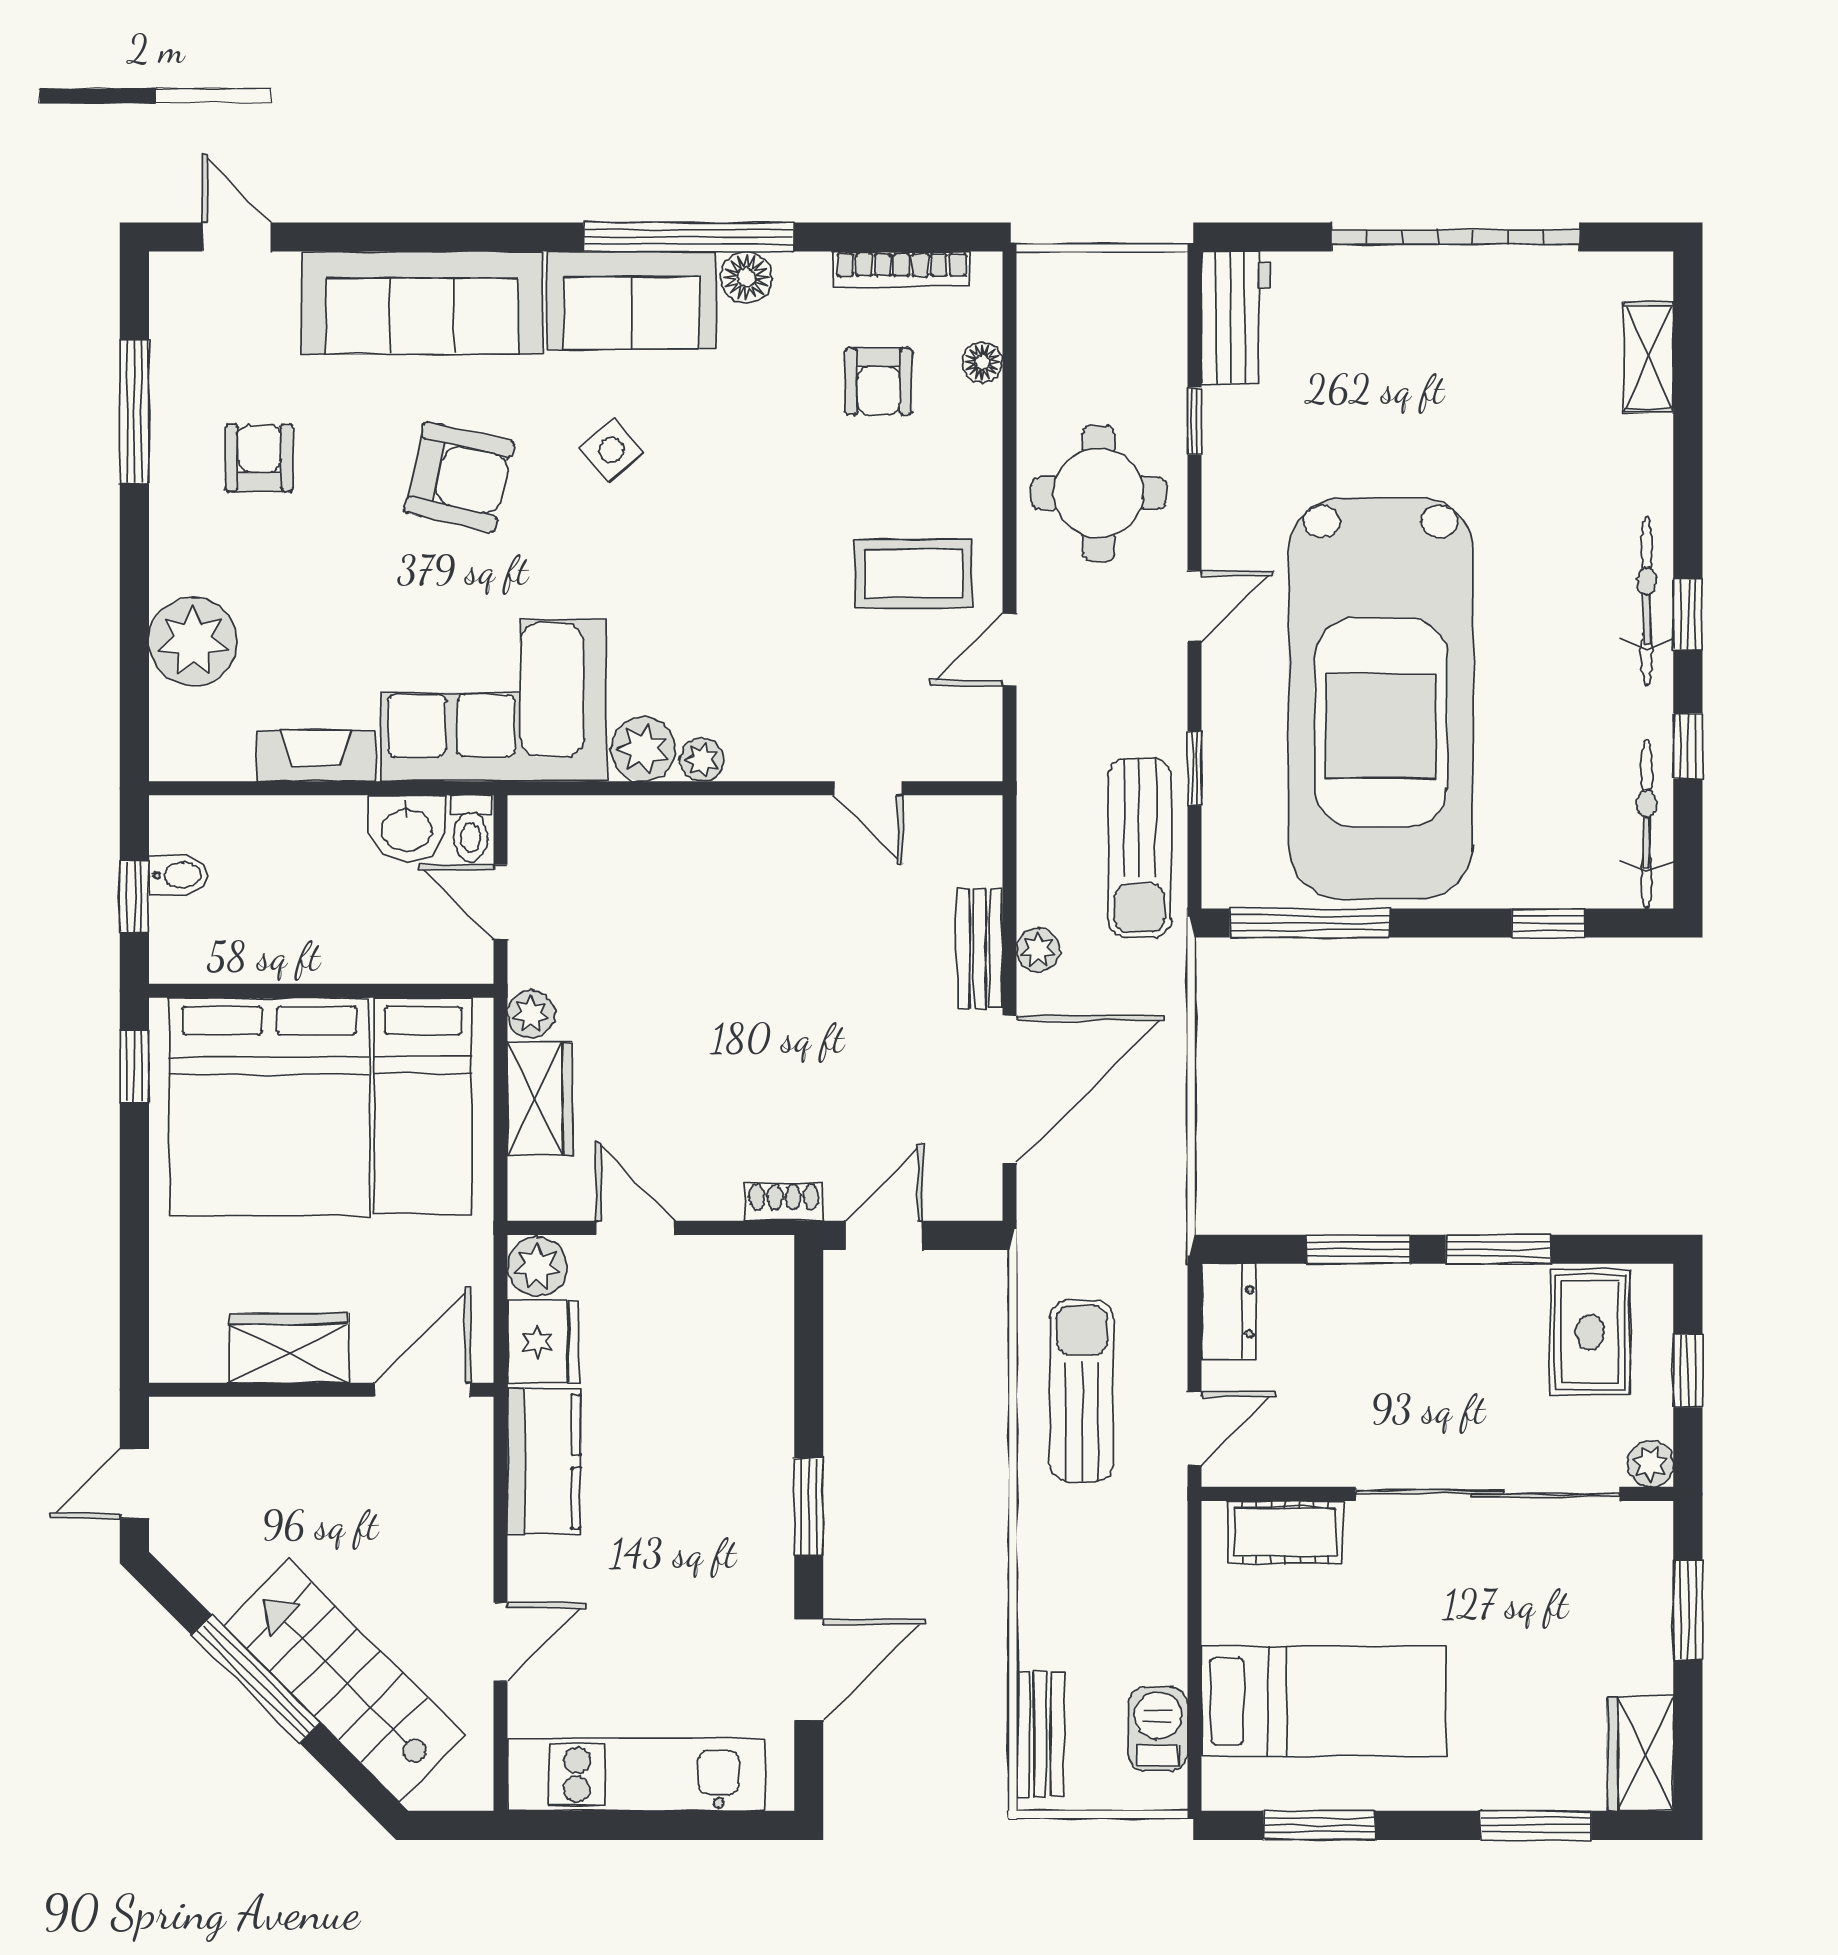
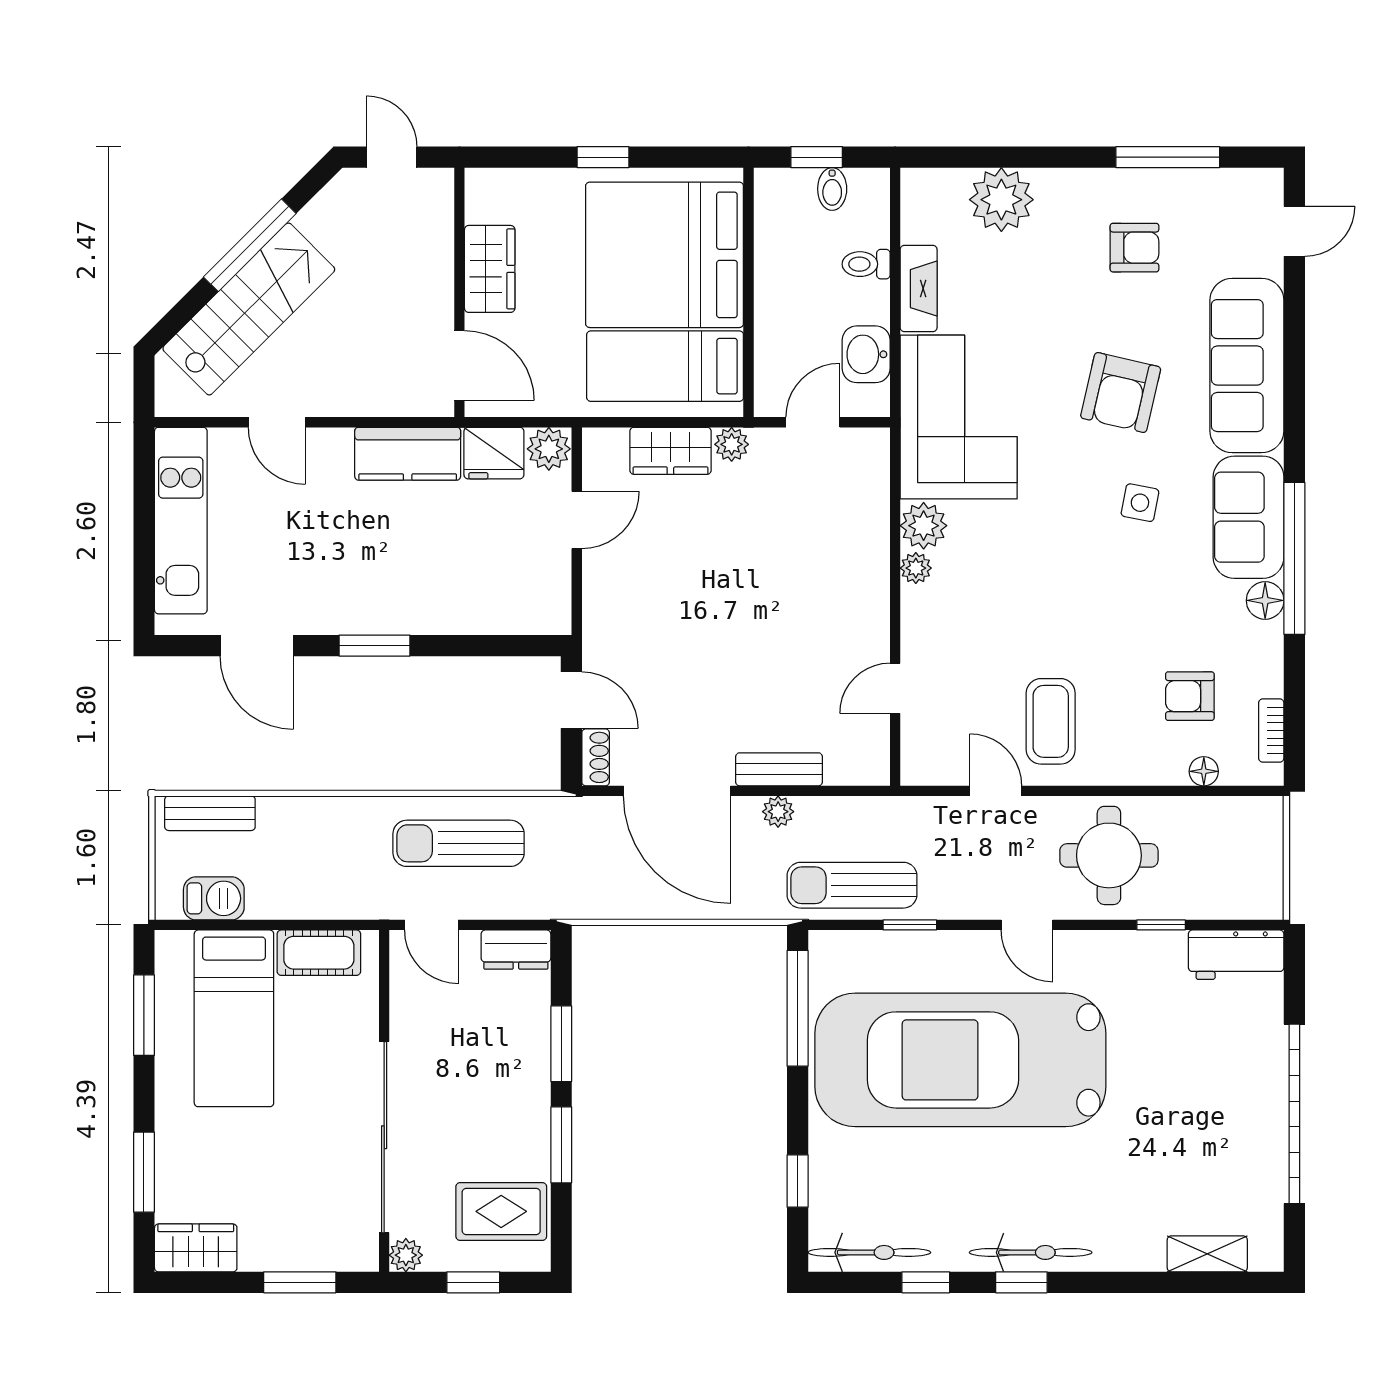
bookcase: (901, 269) -> (1271, 730), width x0.64
side table: (612, 450) -> (1140, 503), turned -38
toilet: (471, 828) -> (866, 264), moved
window: (134, 1066) -> (603, 157), moved
shoe rack: (784, 1202) -> (596, 757), moved
sun lounger: (1082, 1391) -> (459, 843), turned 180
cot: (1285, 1532) -> (319, 953), moved, turned 90

